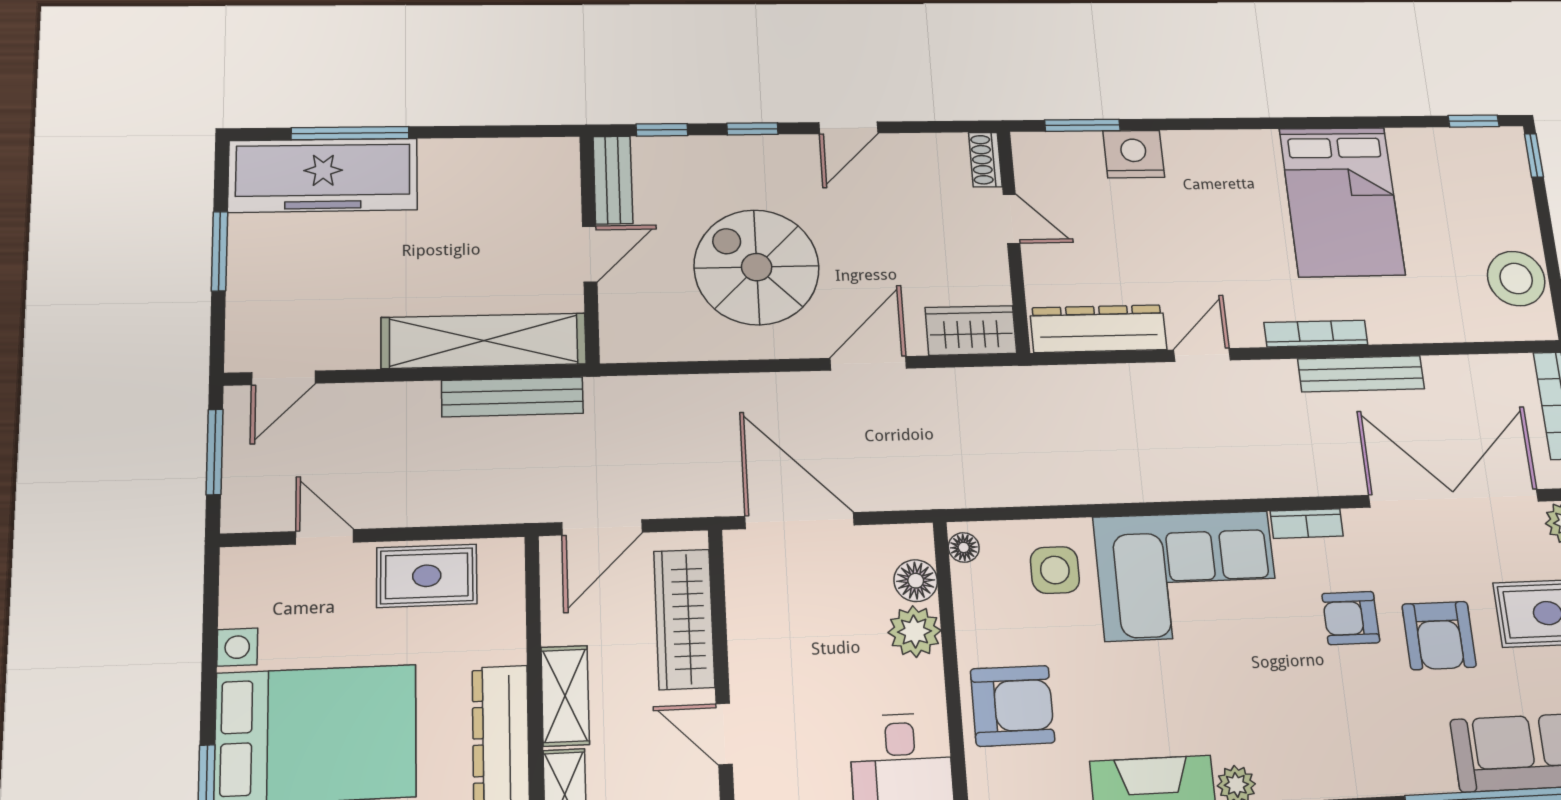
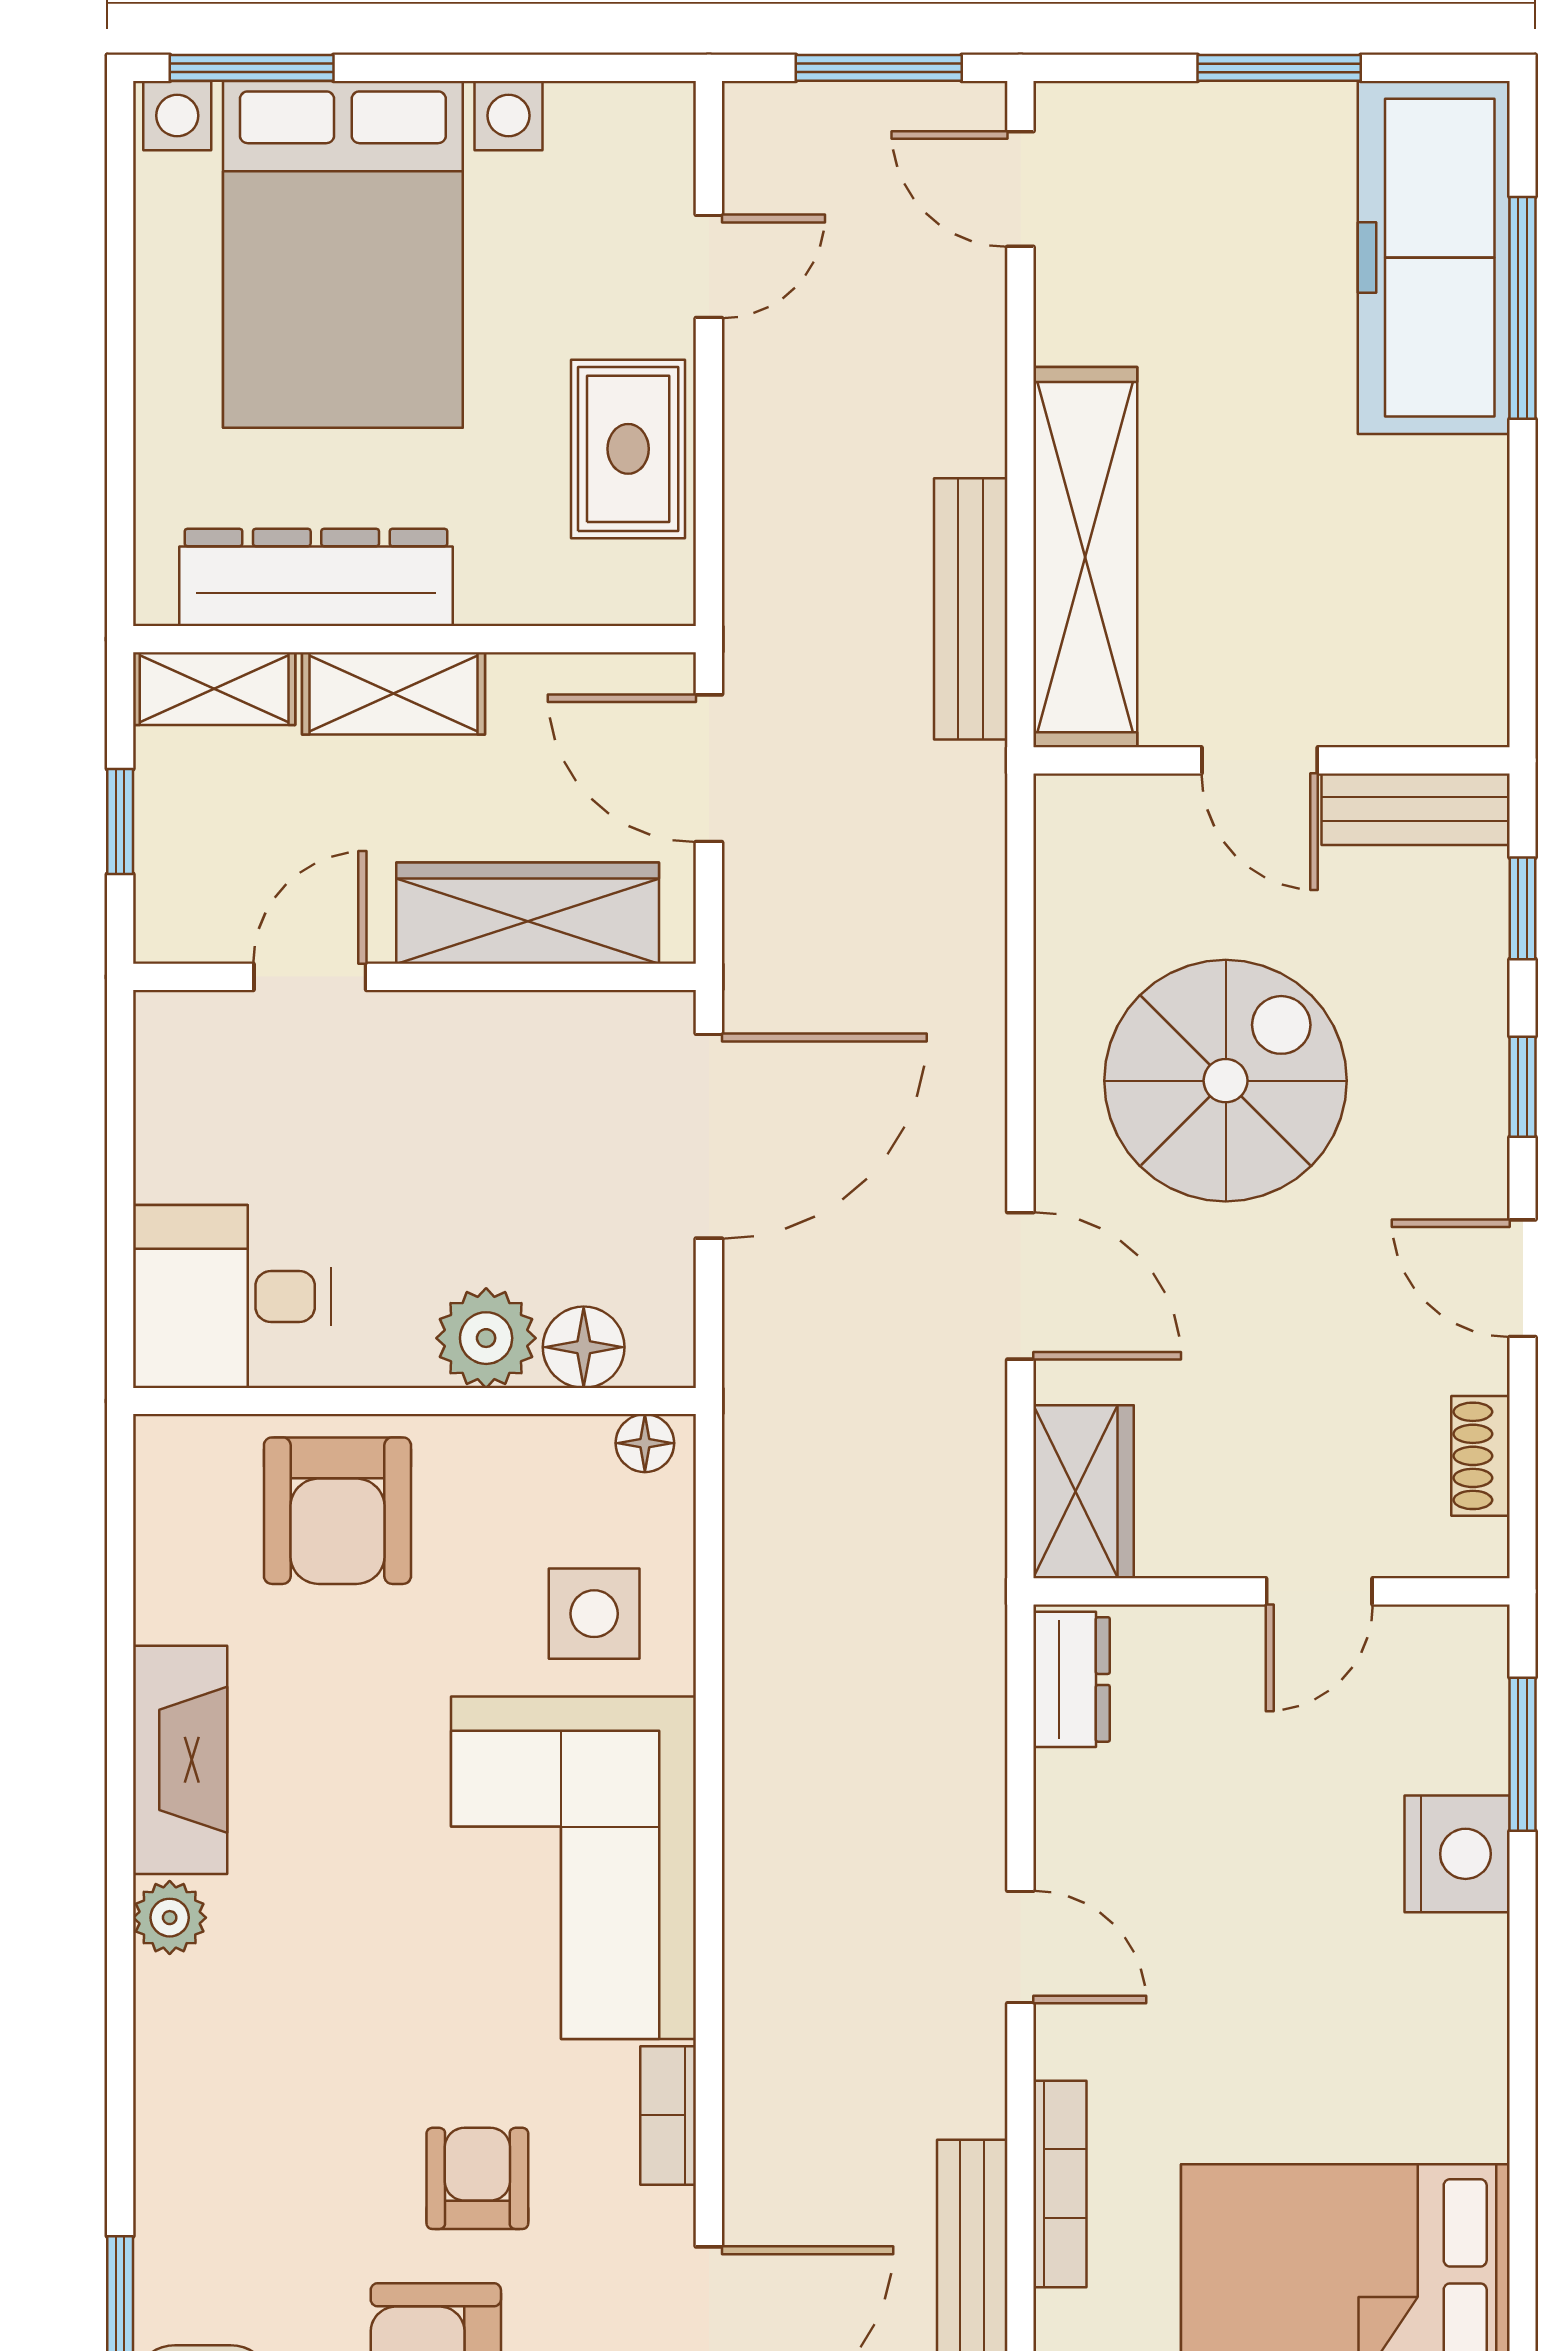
shoe rack: (985, 160) -> (1480, 1456), moved, turned -90
dresser: (1098, 329) -> (1072, 1679), width x0.51, depth x0.80

